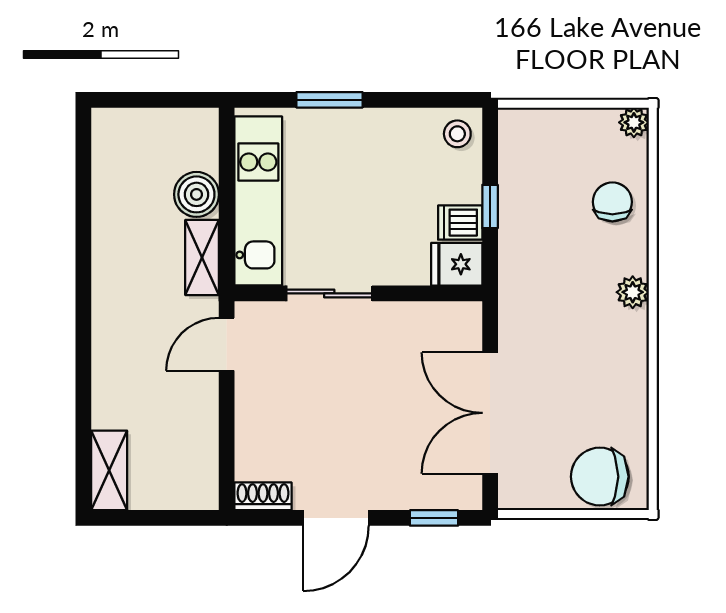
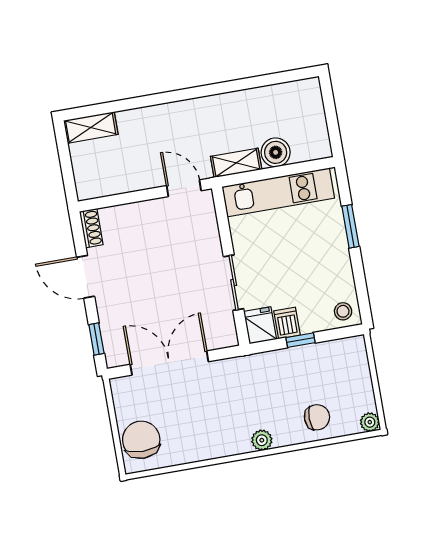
sliding door: (329, 293) -> (234, 283), moved

